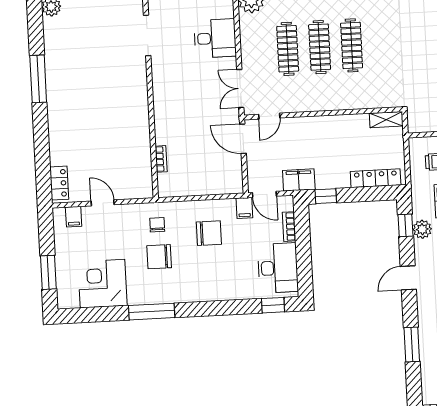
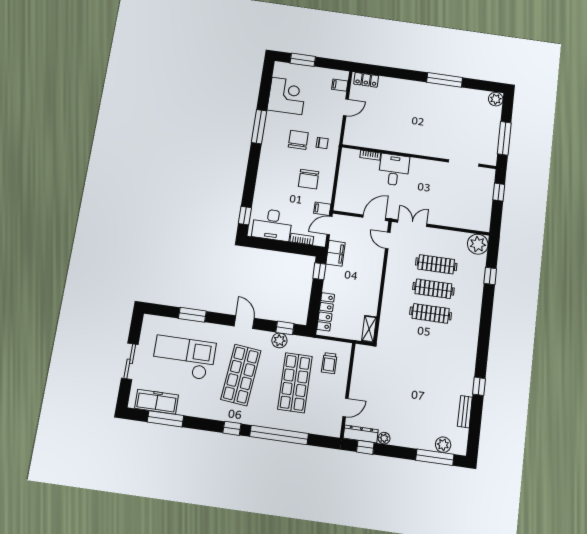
desk: (215, 38) -> (394, 170), moved, turned 180

